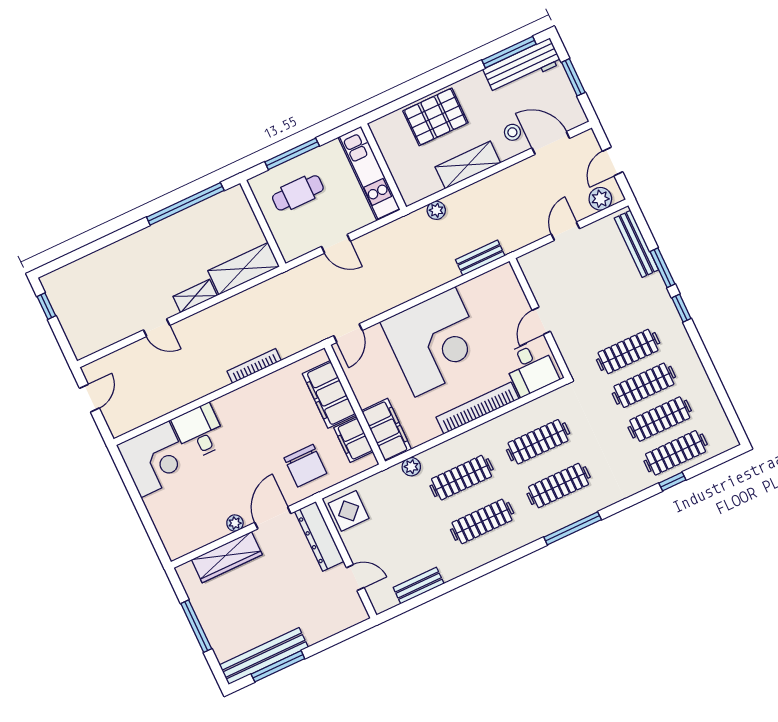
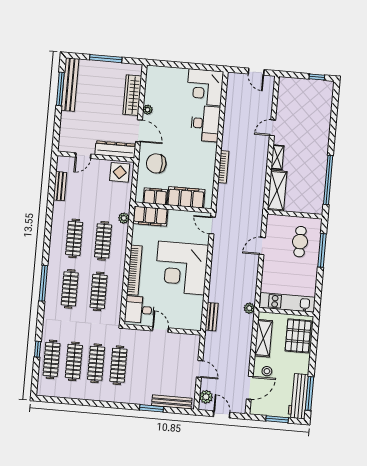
wall: (384, 167) -> (286, 312), moved
kitchen unit: (369, 173) -> (287, 302), moved
window: (681, 308) -> (125, 406), removed
desk: (199, 432) -> (205, 124), width x1.37

